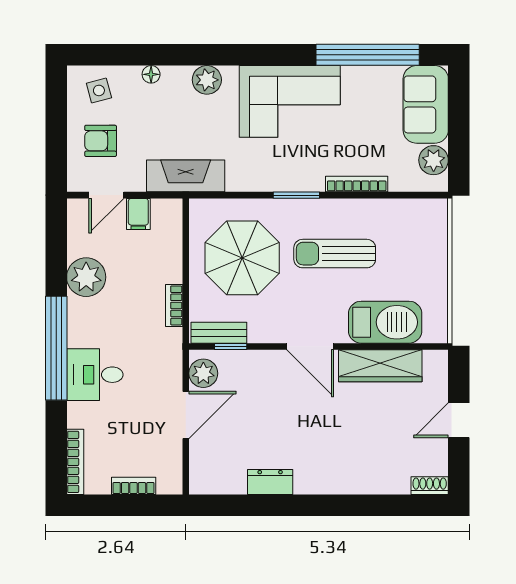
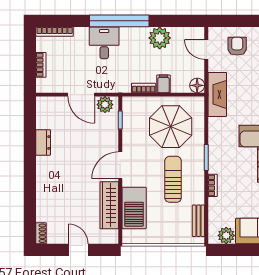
bookcase: (357, 184) -> (213, 185), width x0.64
floor lamp: (170, 211) -> (197, 85), added
filing cabinet: (138, 214) -> (163, 84), moved, turned 90
bench: (219, 333) -> (198, 221), moved

